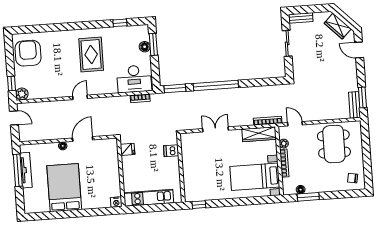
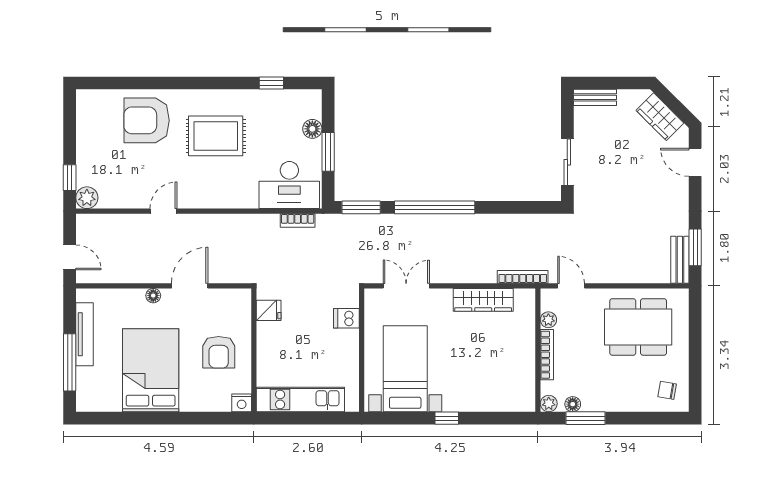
sliding door: (287, 43) -> (567, 162), moved
window: (153, 44) -> (328, 152), moved
armchair: (28, 53) -> (147, 120), moved, turned -90
rug: (91, 54) -> (216, 136), turned 90
door: (80, 97) -> (164, 211), moved
door: (14, 118) -> (70, 257), moved
double door: (215, 129) -> (406, 286), moved
wardrobe: (259, 134) -> (483, 300), moved
dining table: (334, 144) -> (638, 327), turned 90
window: (18, 170) -> (70, 362), moved
armchair: (101, 175) -> (219, 352), added
bed with nightstands: (255, 177) -> (405, 369), moved, turned 90
plant: (287, 190) -> (549, 404), added
window: (199, 205) -> (447, 418), moved

